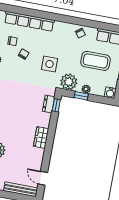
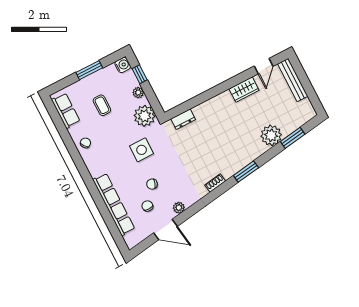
coffee table: (95, 61) -> (102, 105), width x0.54, depth x0.58
window: (81, 96) -> (140, 74), moved
window: (56, 105) -> (178, 110), removed
wardrobe: (41, 138) -> (244, 90), moved

